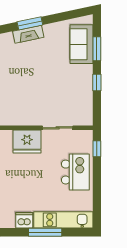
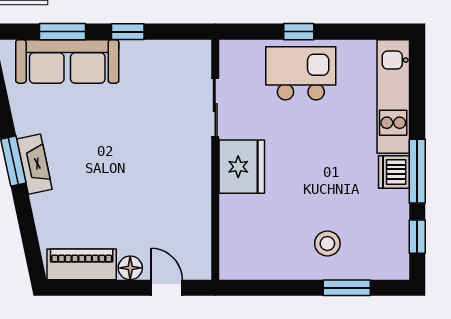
sofa: (81, 44) -> (67, 61), width x1.36
window: (97, 149) -> (299, 32), moved
window: (45, 232) -> (417, 171), moved

